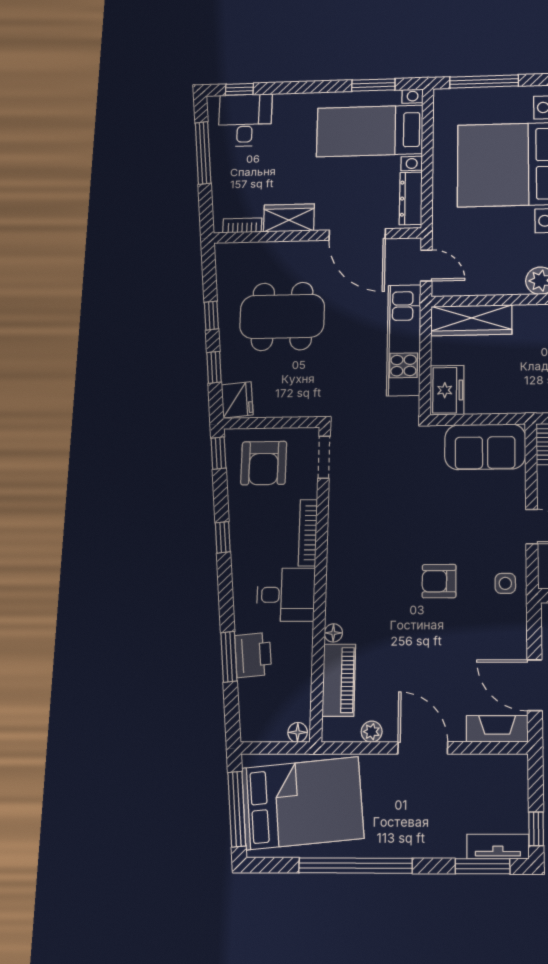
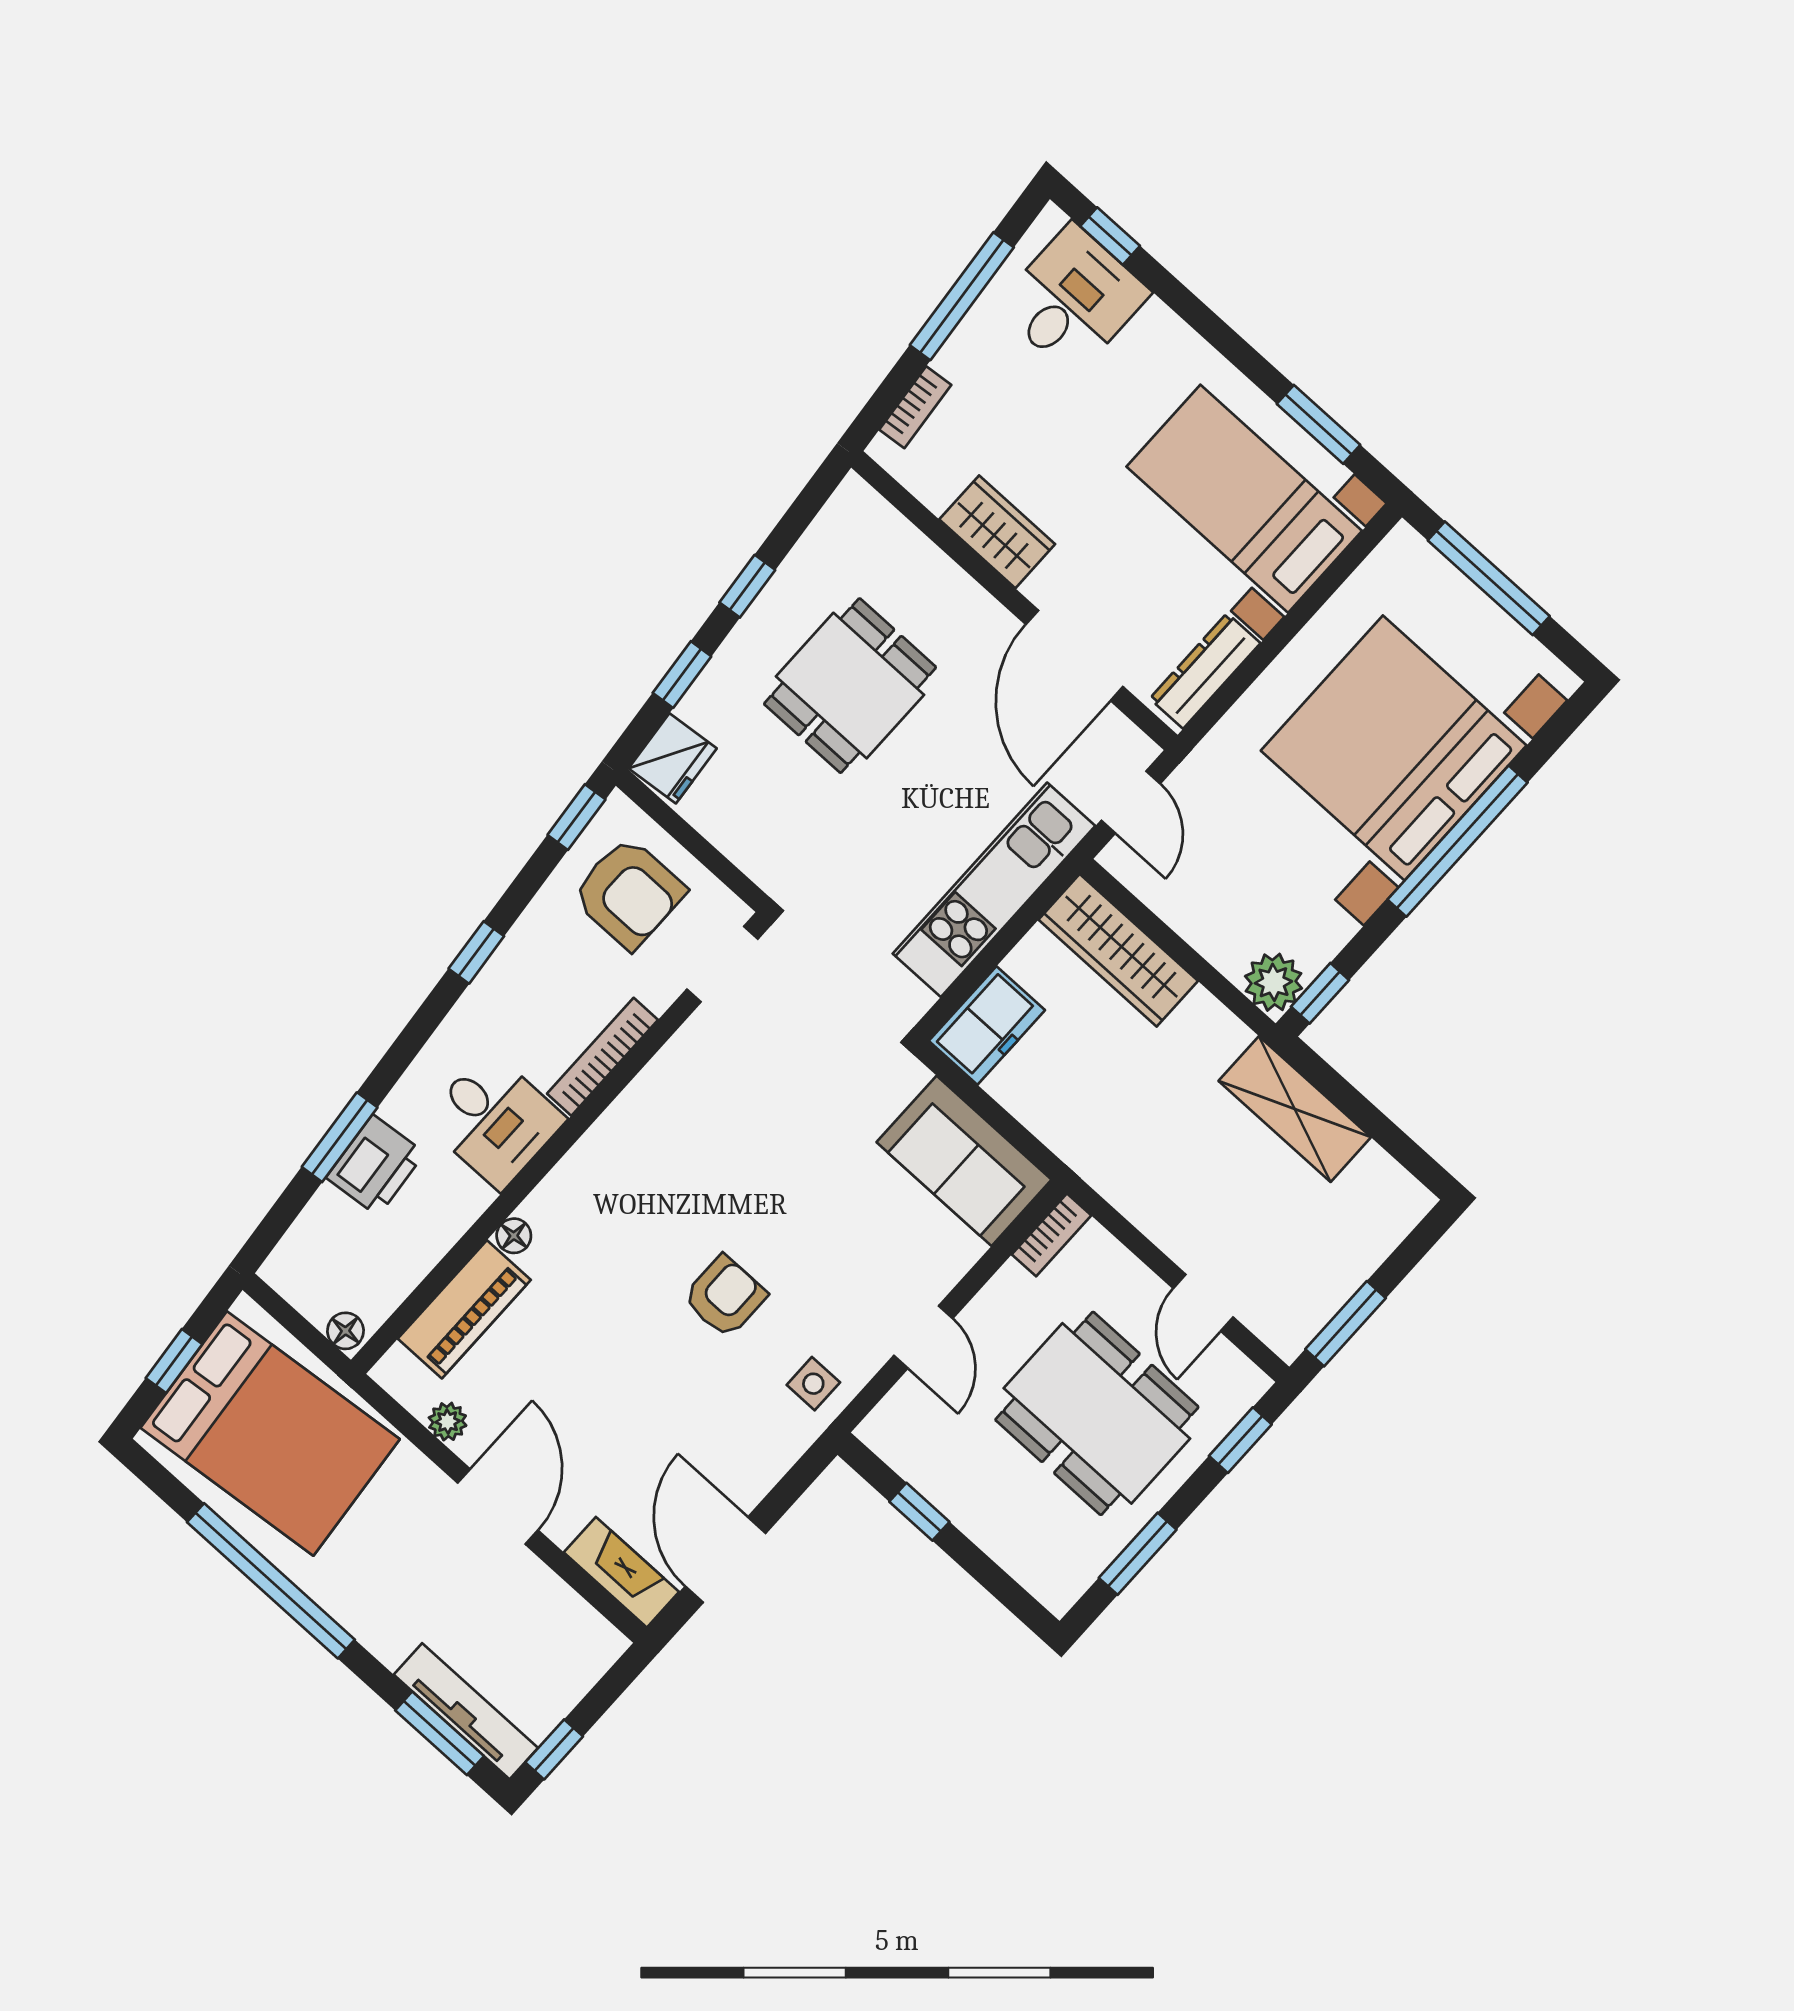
bookcase: (242, 225) -> (915, 407), moved, turned 84
dining table: (282, 316) -> (850, 686), width x0.73
armchair: (264, 463) -> (629, 893), turned -90
armchair: (439, 581) -> (725, 1296), turned 90
window: (237, 809) -> (174, 1361), width x0.46
tv unit: (498, 847) -> (466, 1711), width x1.41

